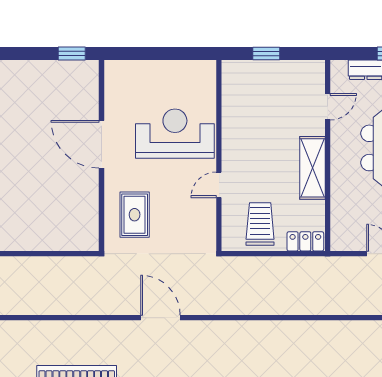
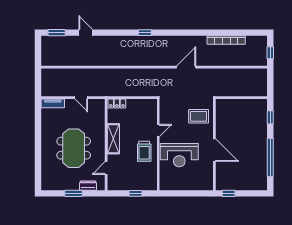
rug: (135, 215) -> (199, 116), turned 90
trolley: (260, 224) -> (144, 151), moved
door: (160, 318) -> (186, 67), swing flipped

